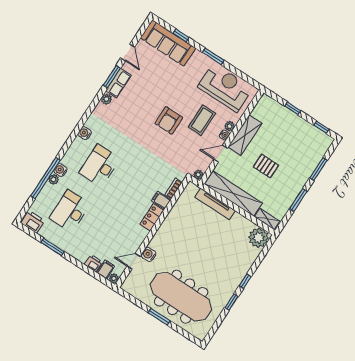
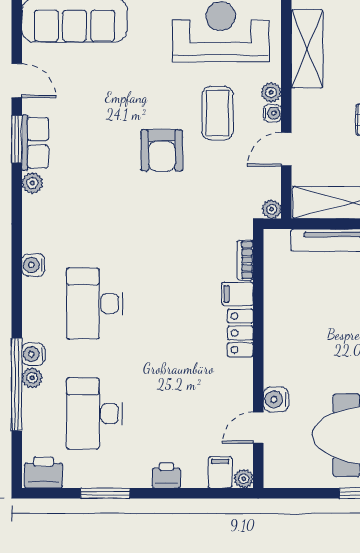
shelving: (245, 135) -> (307, 49), moved
printer: (93, 263) -> (166, 475), moved

